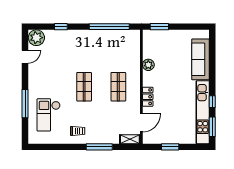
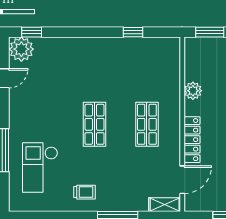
window: (61, 27) -> (32, 32), moved
window: (109, 27) -> (133, 32), width x0.32
locker: (148, 97) -> (192, 140), width x1.53

